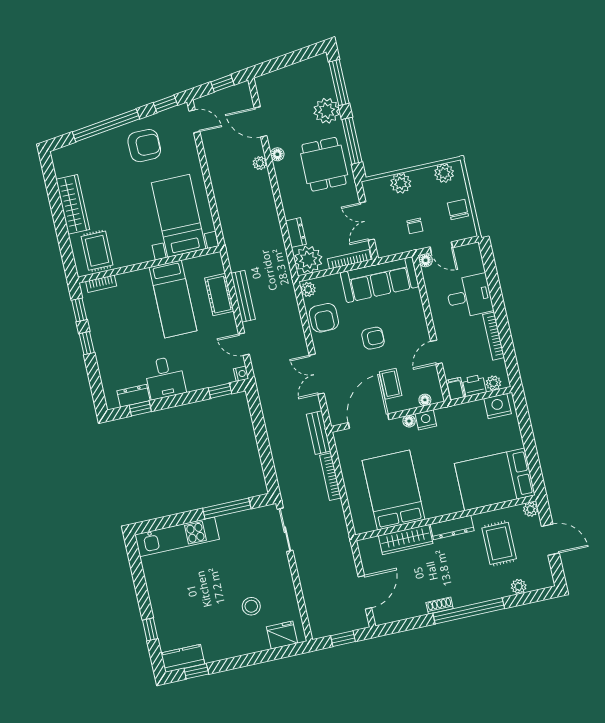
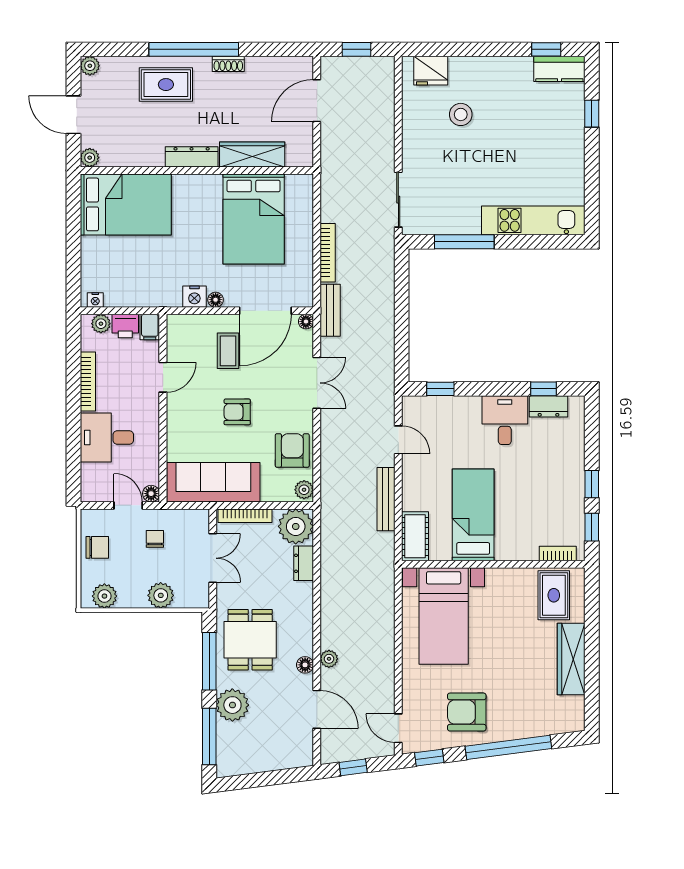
chair: (458, 209) -> (97, 547), turned -90
cot: (219, 295) -> (415, 536), moved
nightstand: (241, 374) -> (410, 404), removed
floor lamp: (425, 400) -> (306, 322), moved
nightstand: (498, 406) -> (95, 300), width x0.53, depth x0.56
rug: (499, 543) -> (166, 85), moved, turned 90
plant: (519, 587) -> (90, 66), moved

